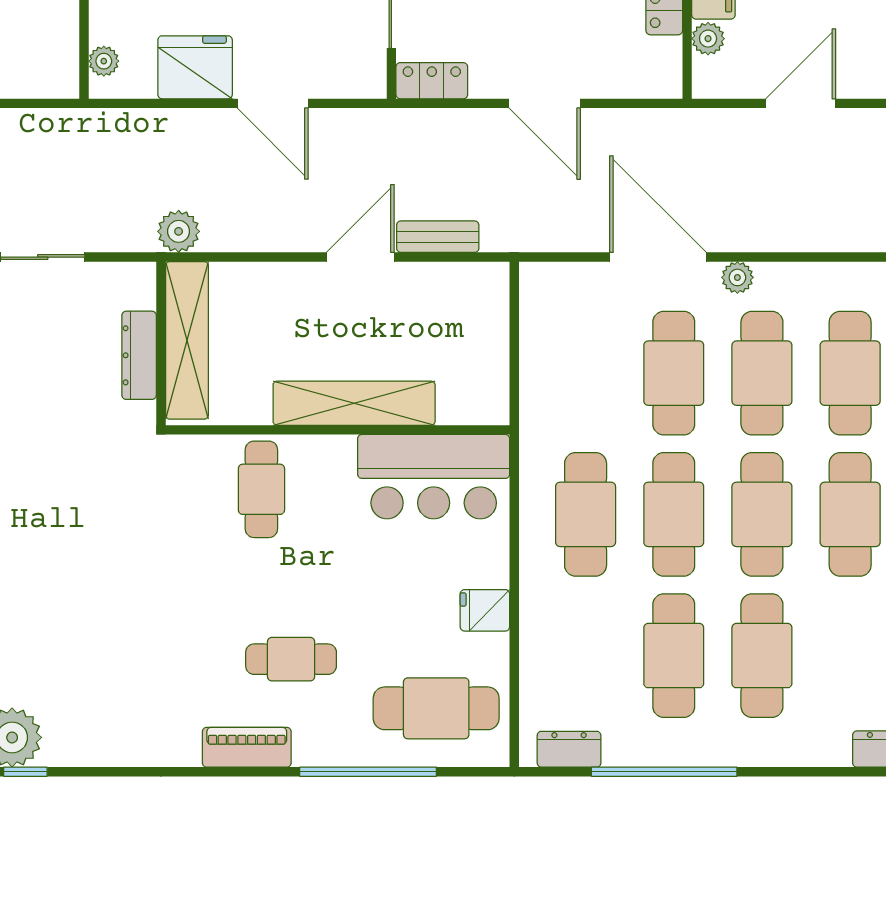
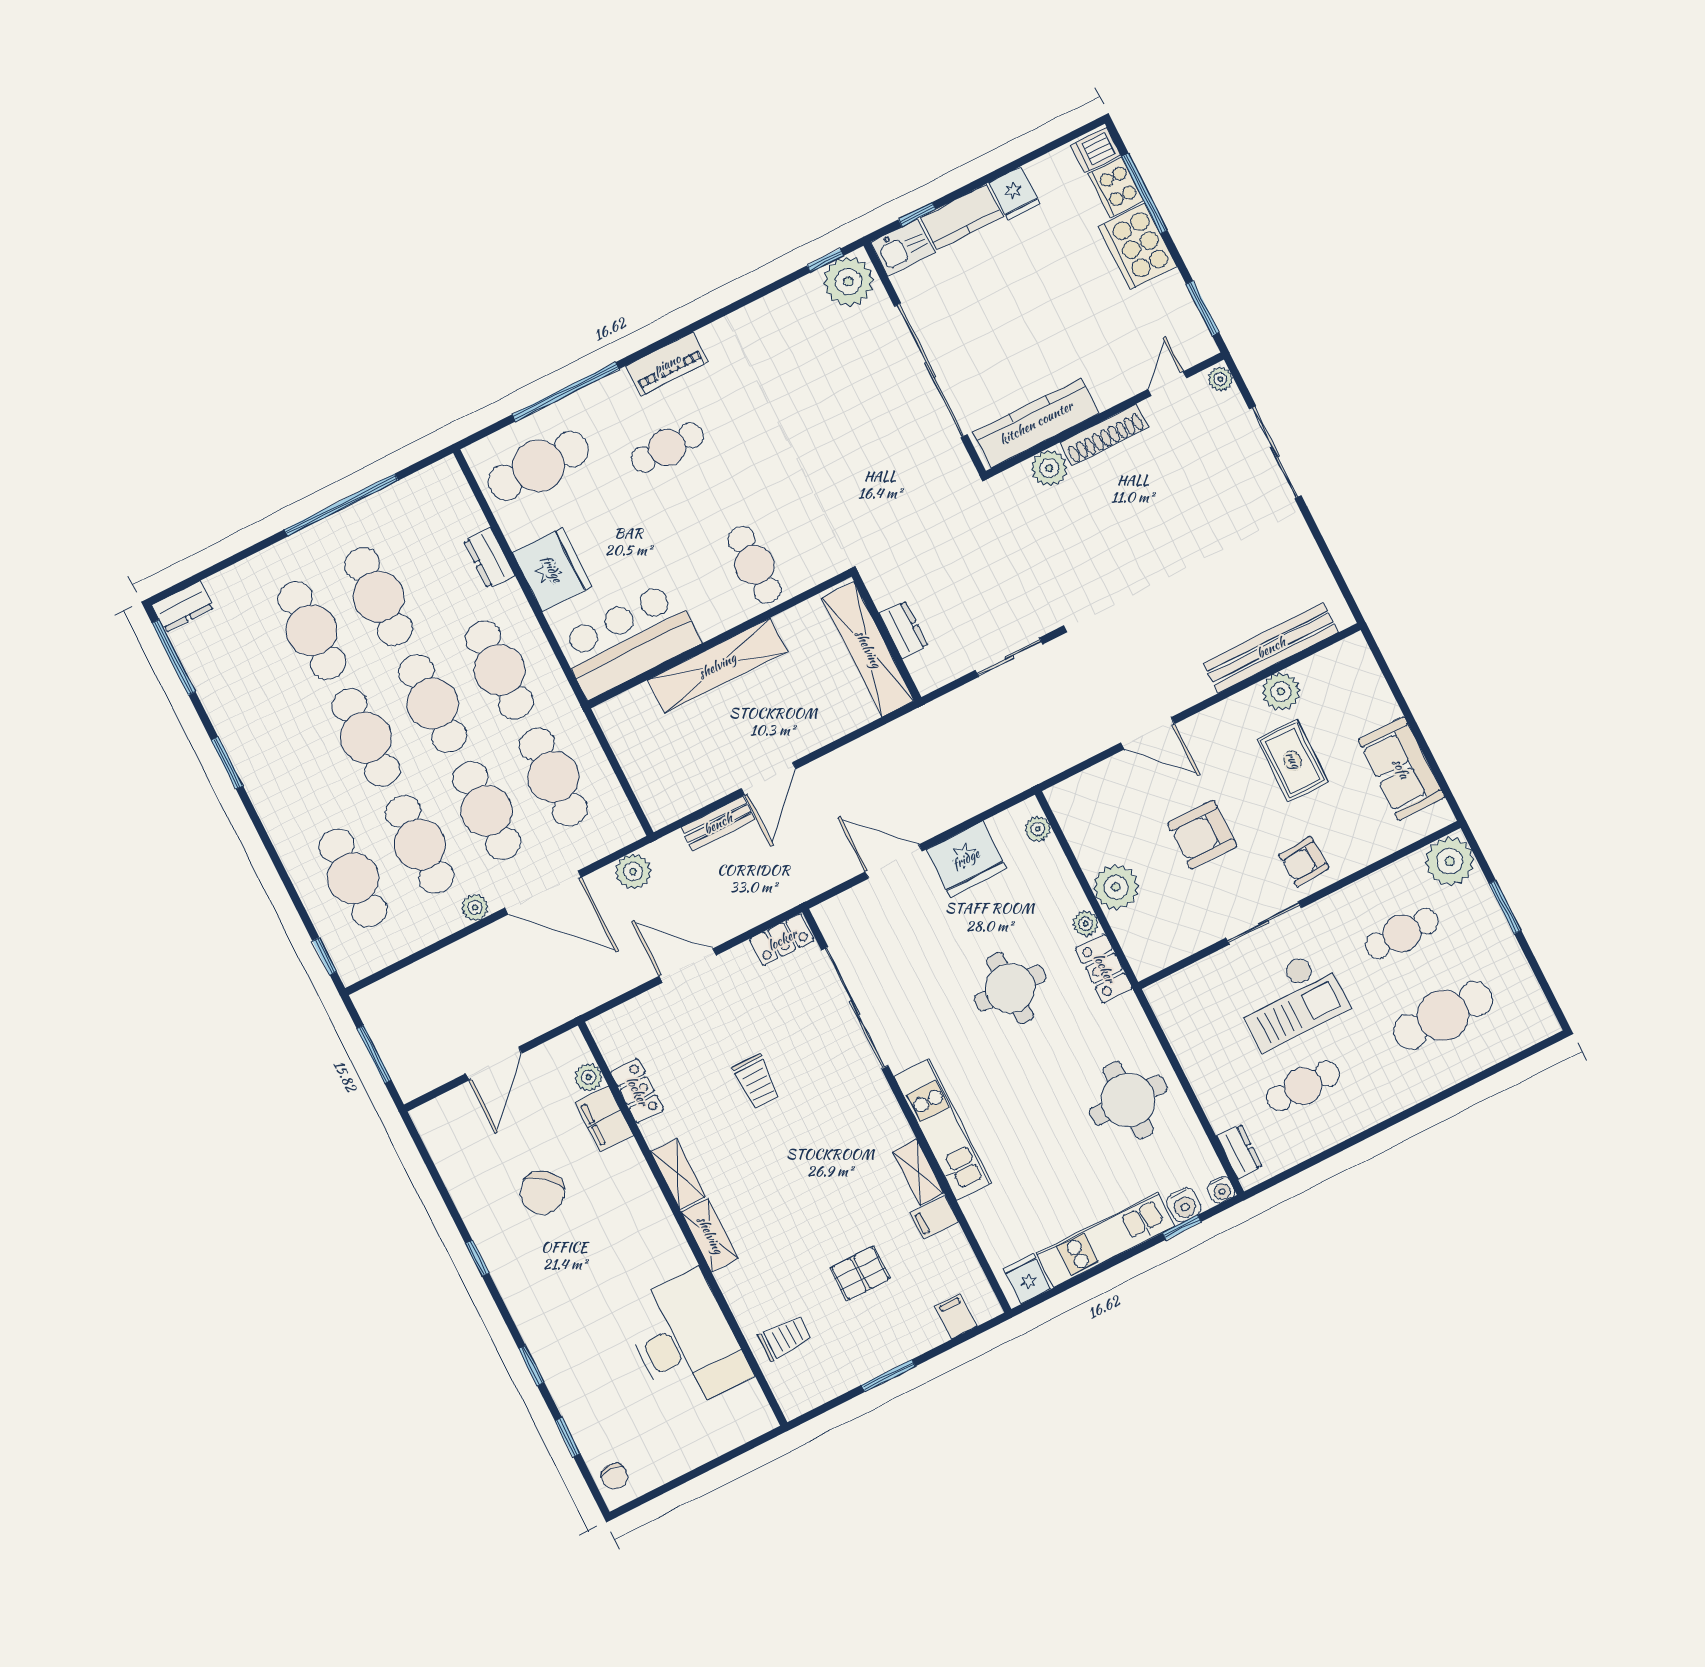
plant: (179, 231) -> (633, 871), moved
dresser: (139, 355) -> (904, 630), width x0.70
cafe table: (850, 514) -> (553, 777), moved
fridge: (485, 610) -> (552, 569), width x1.88, depth x1.34
dresser: (569, 749) -> (489, 558), moved, turned 90

